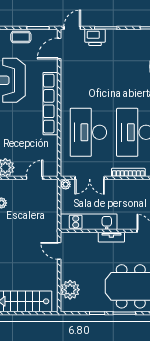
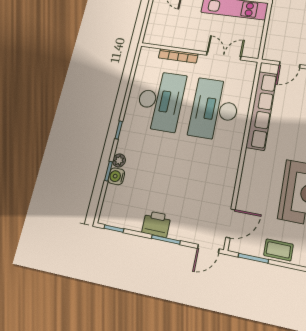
printer: (95, 37) -> (156, 224), moved
row of seats: (51, 104) -> (262, 110), moved
desk: (88, 132) -> (215, 109), turned 180
plant: (66, 184) -> (253, 52), removed

